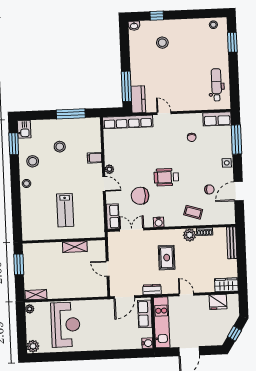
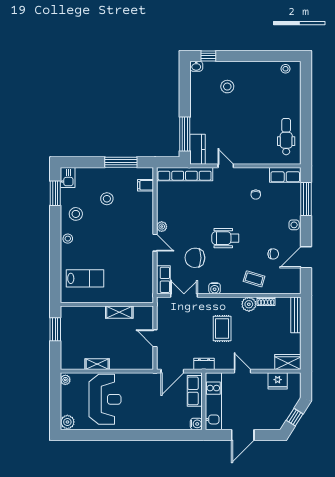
window: (157, 16) -> (208, 56), moved
window: (232, 42) -> (306, 89), removed
filing cabinet: (95, 158) -> (146, 185), moved
lab bench: (65, 210) -> (85, 278), moved, turned -90
shelving: (36, 295) -> (97, 364), moved

